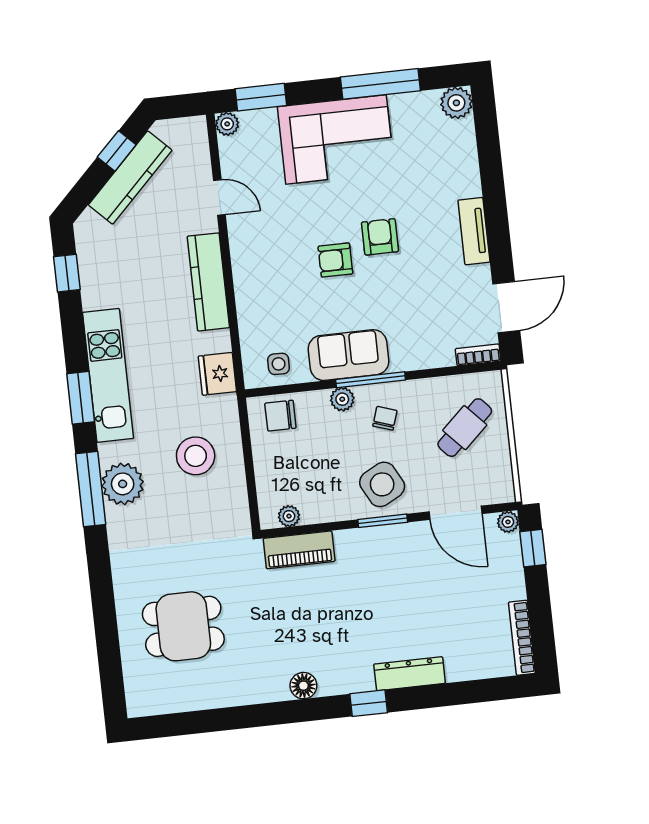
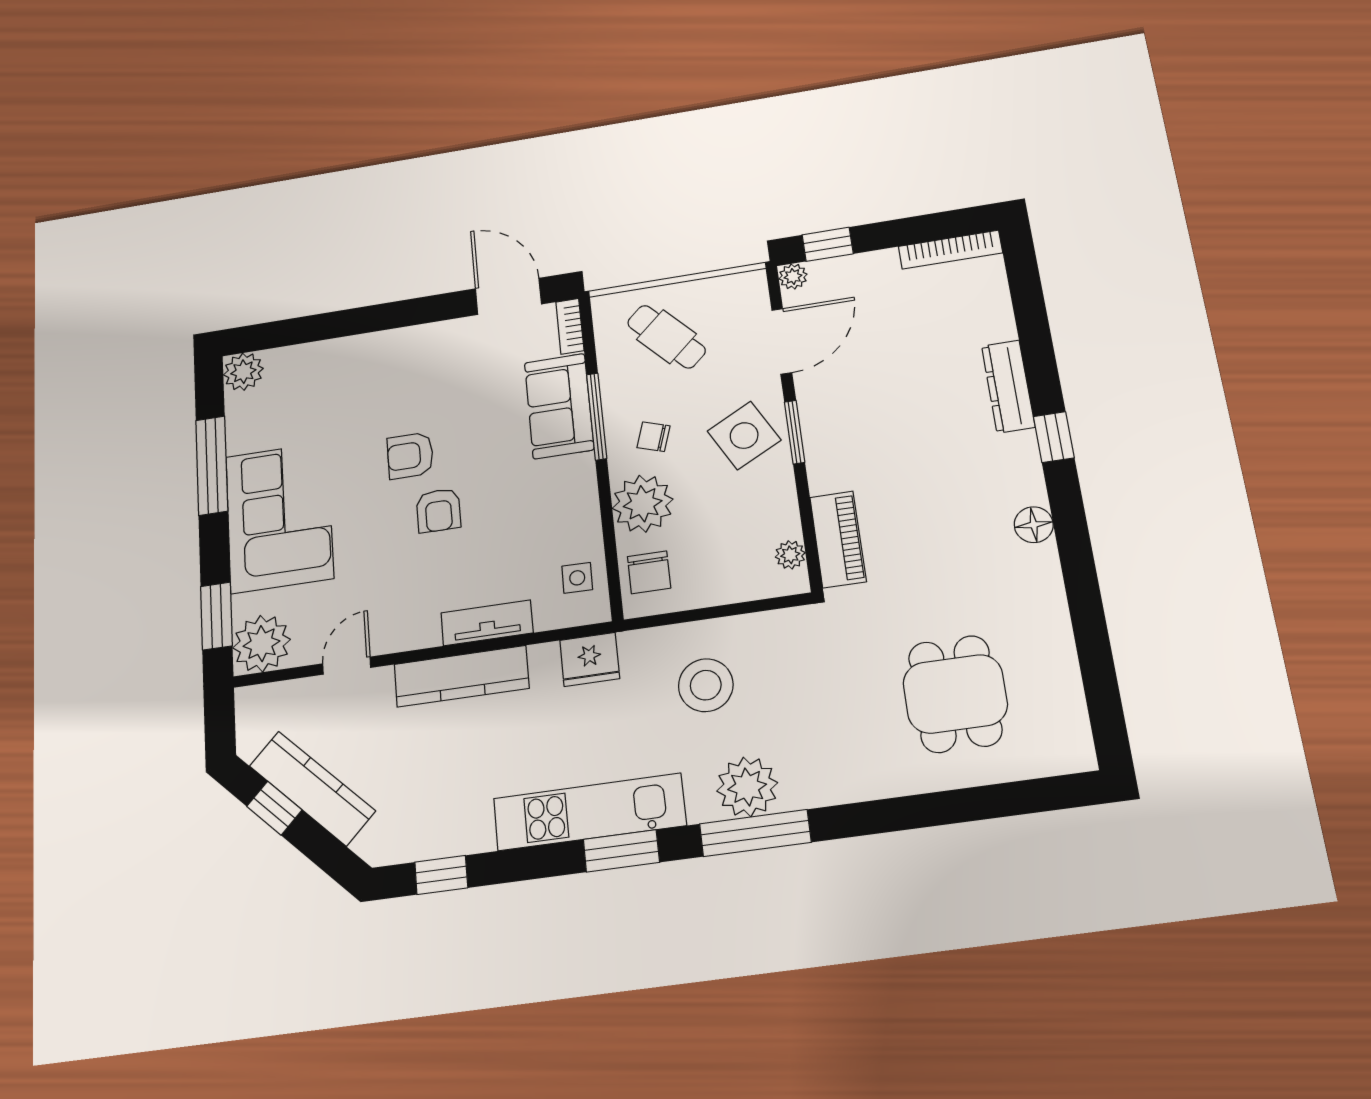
plant: (227, 124) -> (262, 644), width x1.87, depth x1.87
tv unit: (474, 231) -> (487, 623), moved, turned 180
sofa: (349, 355) -> (559, 406), moved
window: (371, 380) -> (597, 416), moved
plant: (342, 399) -> (643, 504), width x1.88, depth x1.88

